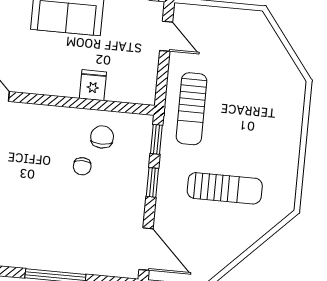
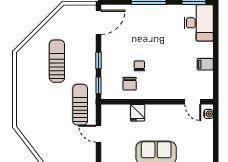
door: (166, 36) -> (98, 134), moved
sun lounger: (225, 188) -> (57, 61), turned 90
door: (146, 249) -> (98, 22), swing flipped

